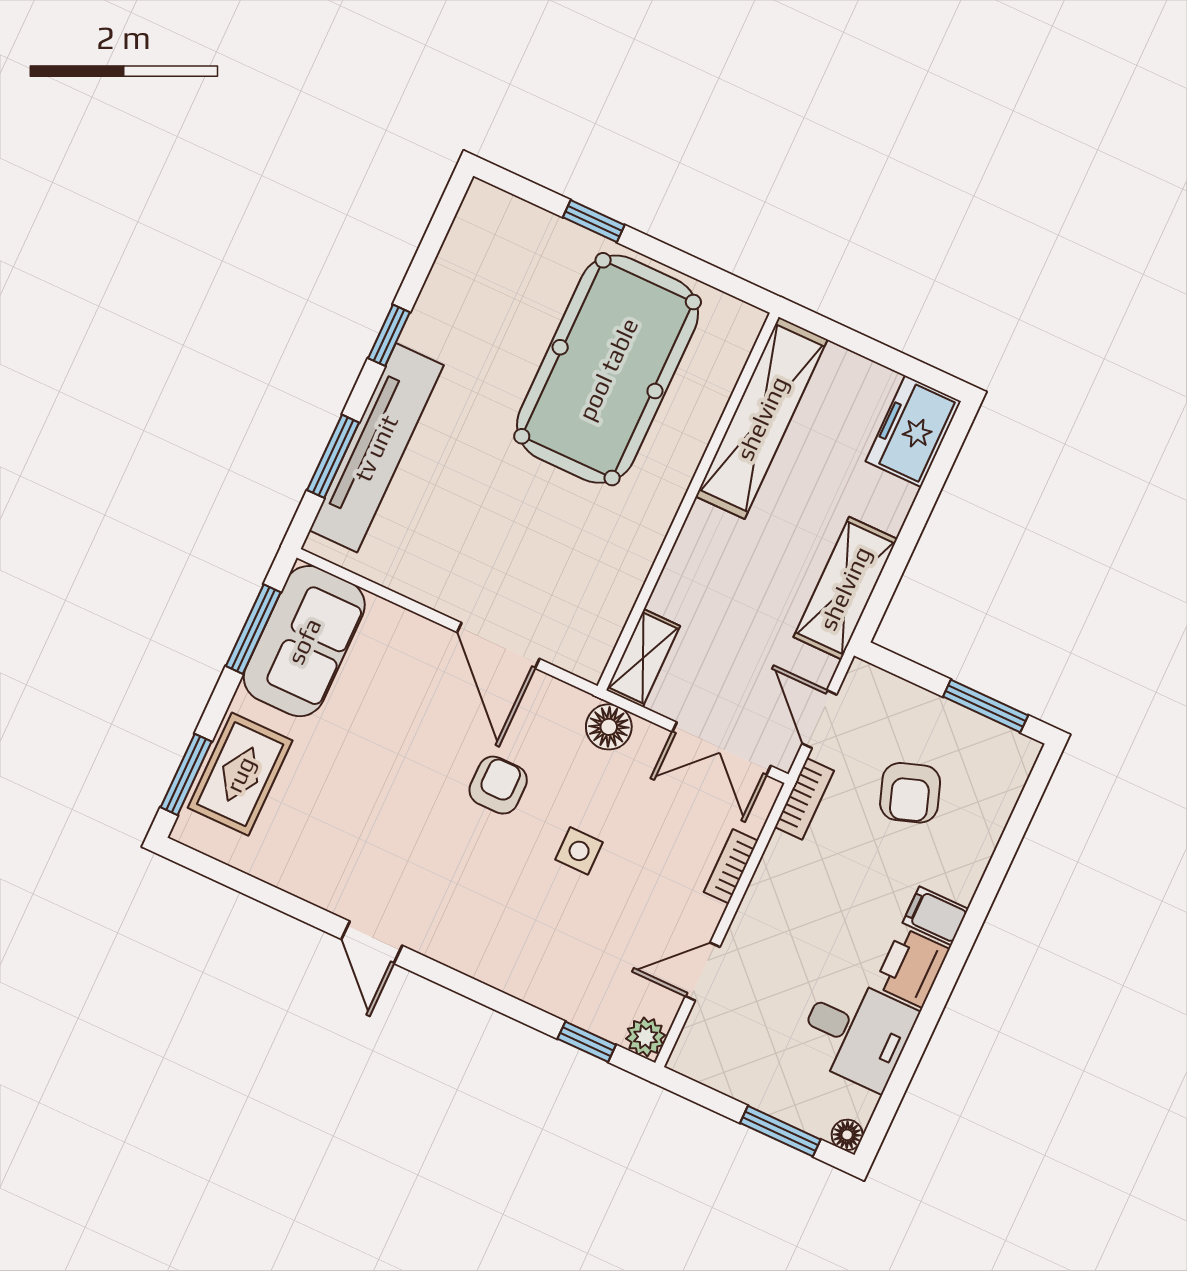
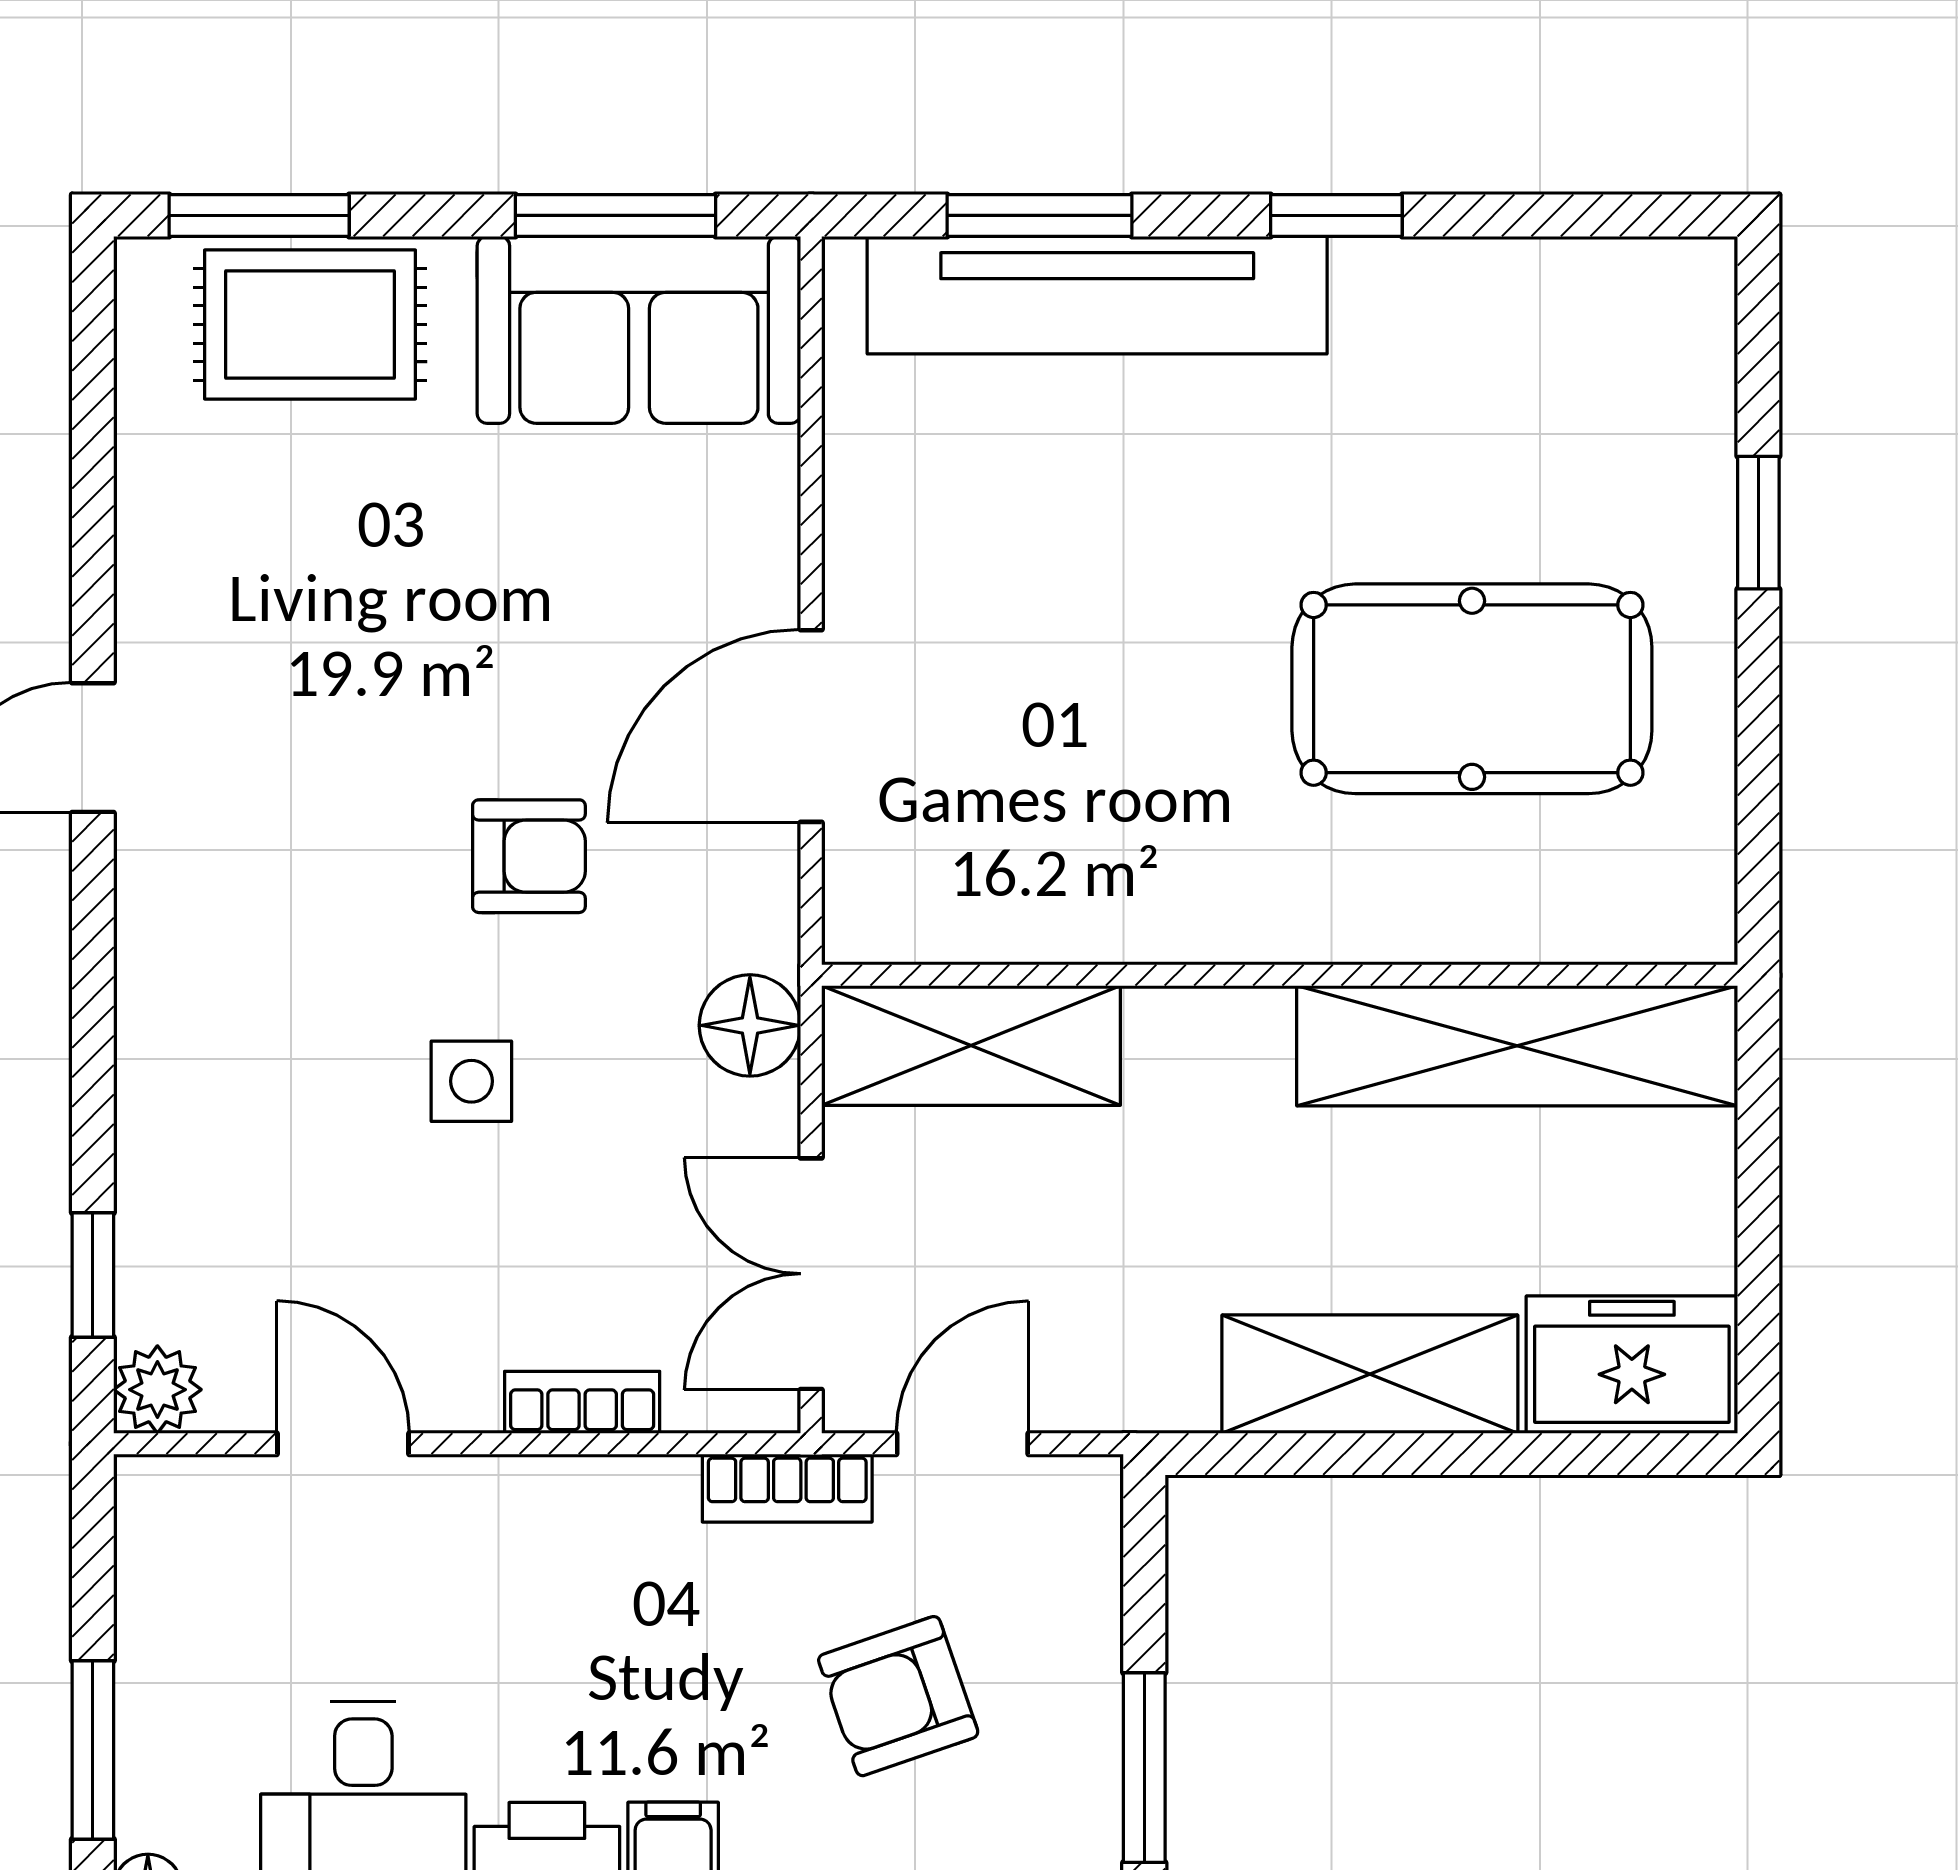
pool table: (608, 369) -> (1472, 689), width x0.73, depth x0.76
shelving: (845, 588) -> (1370, 1374), moved
shelving: (643, 658) -> (971, 1046), width x1.50, depth x1.33

